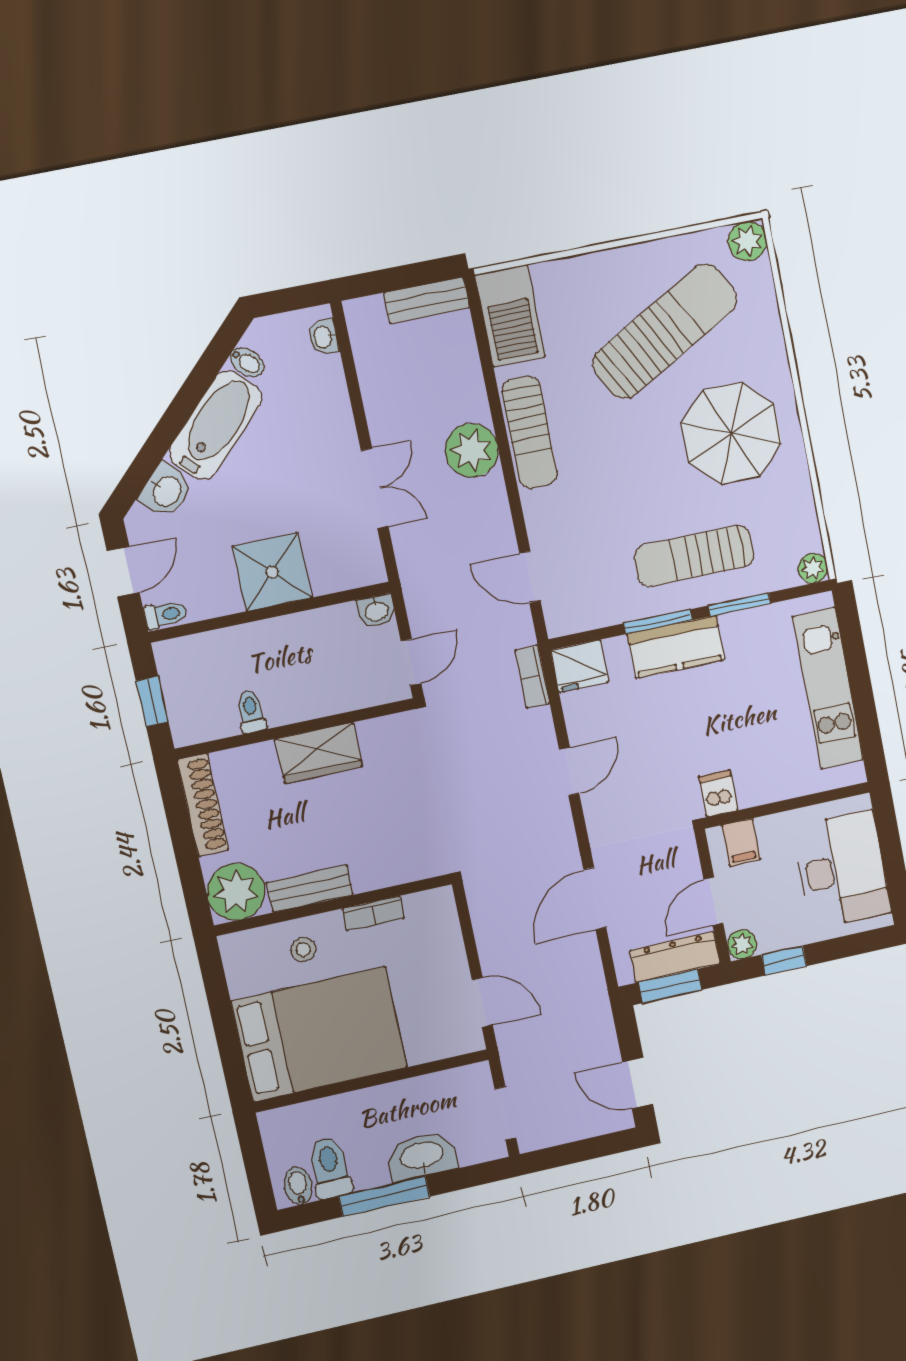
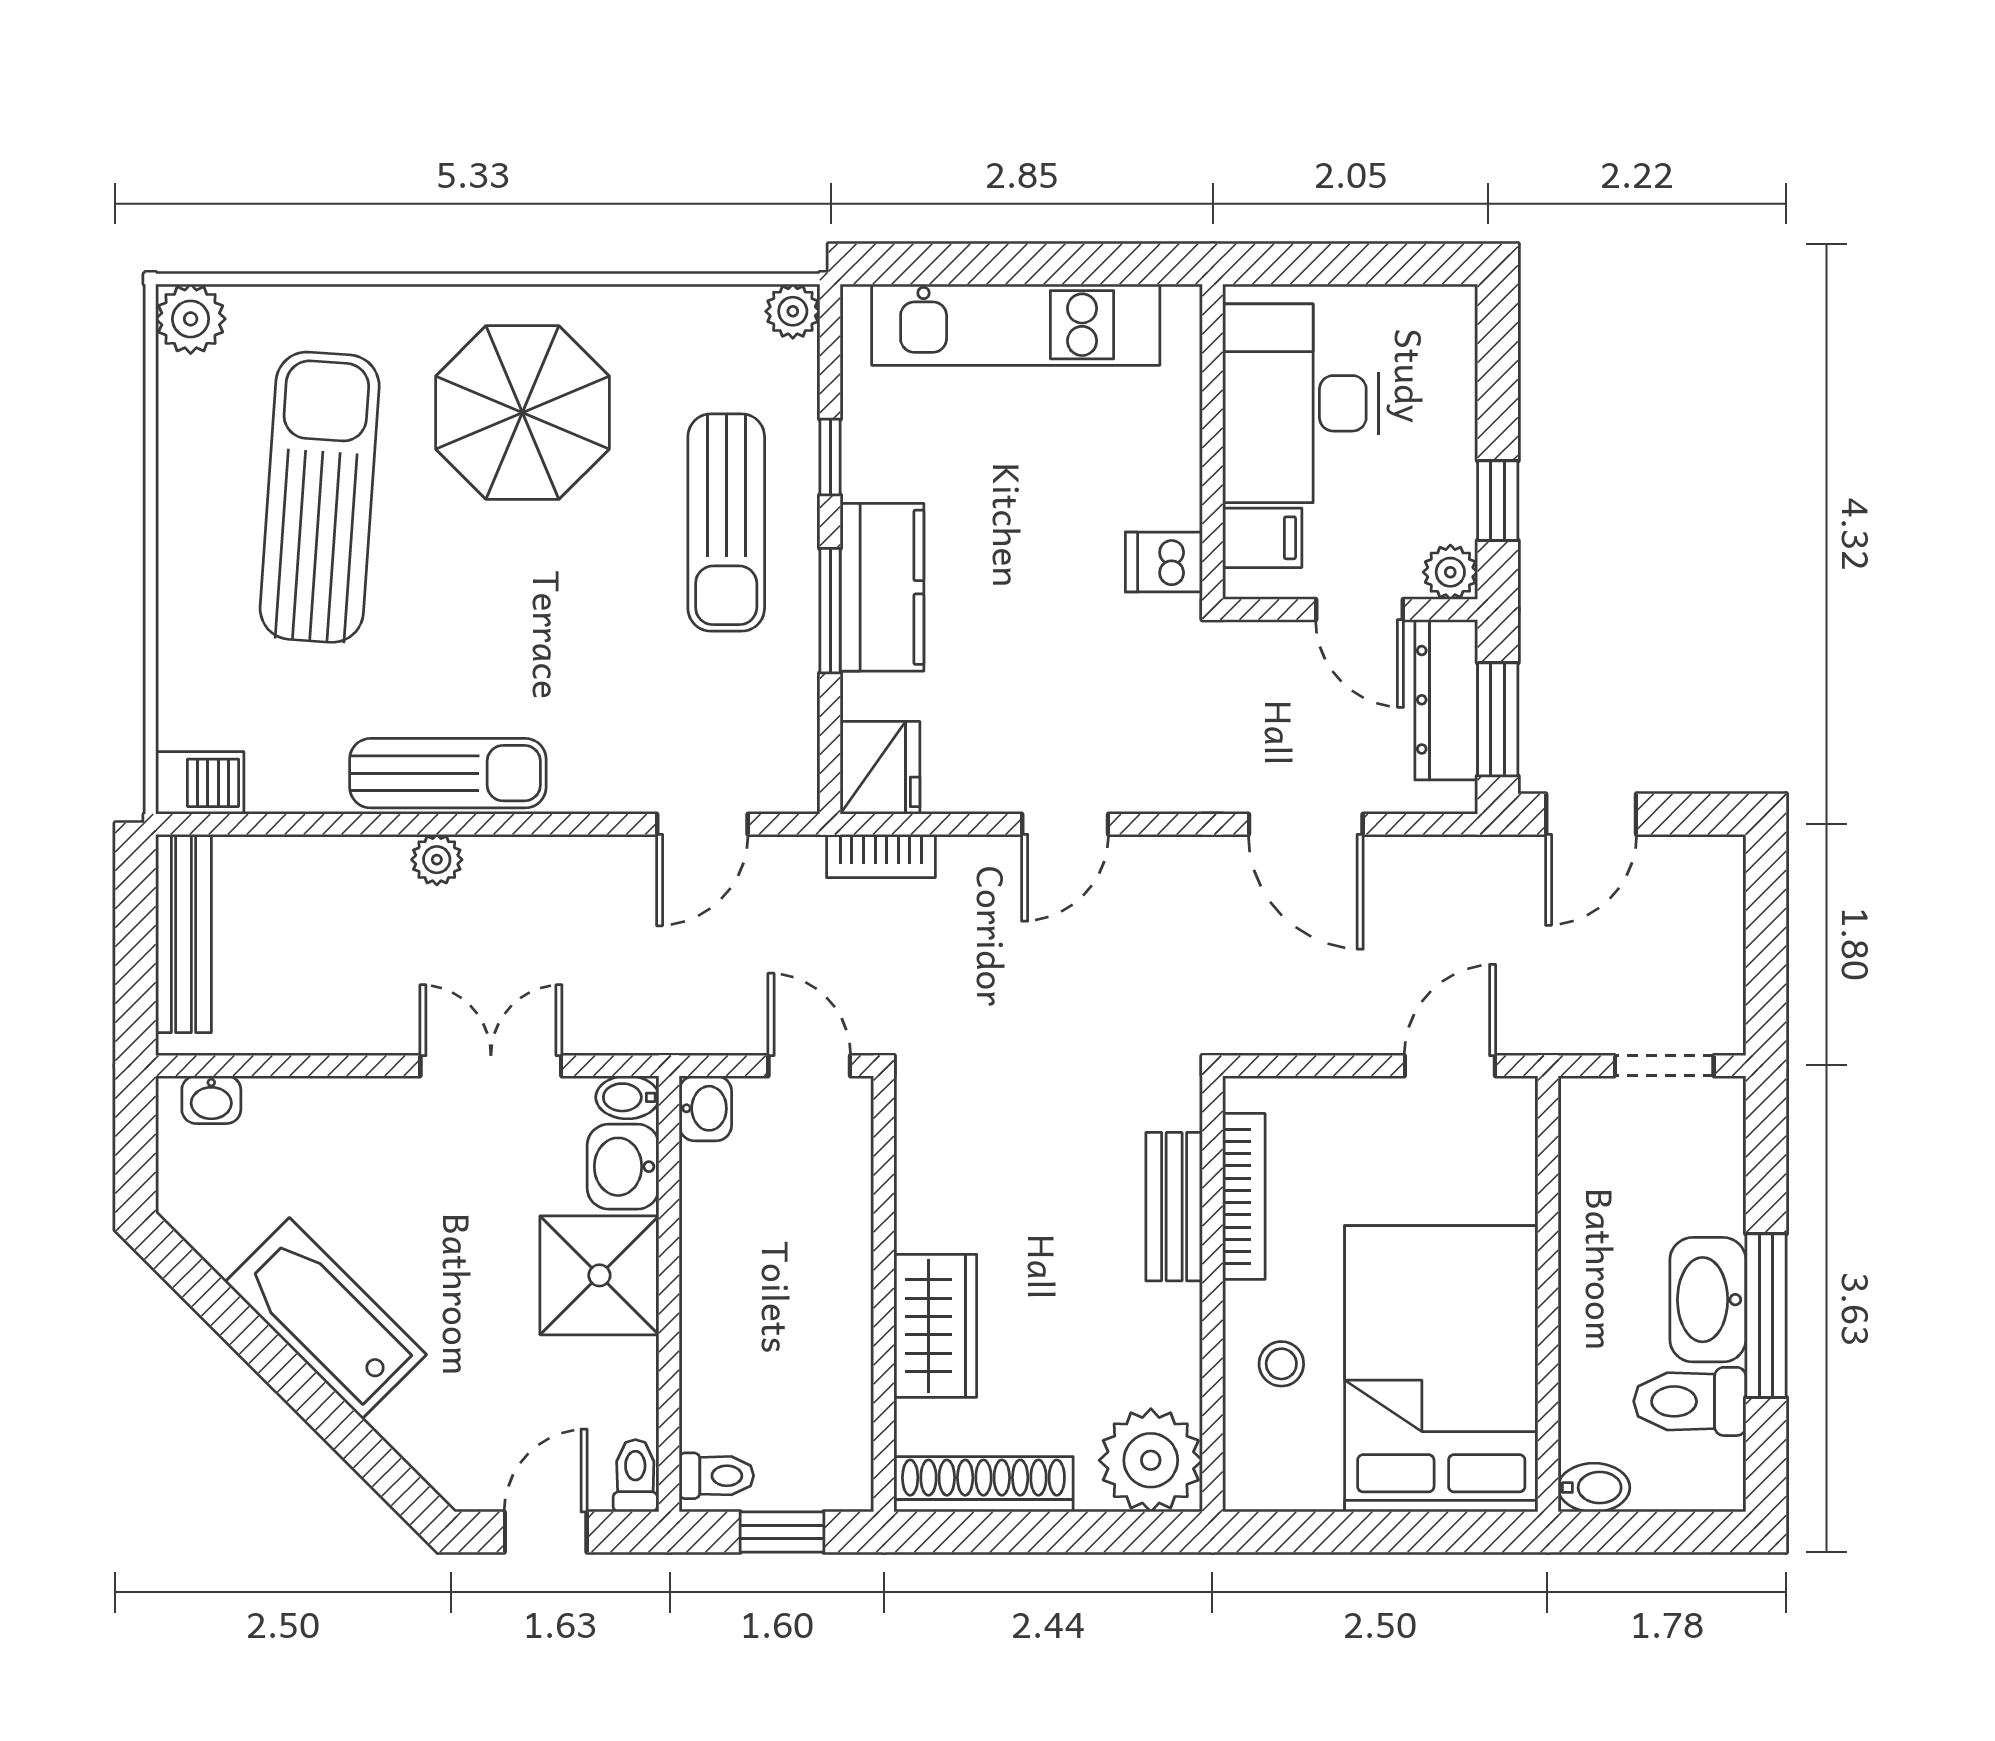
bench: (427, 300) -> (184, 933), width x1.36
barbecue: (510, 316) -> (200, 783), width x0.53, depth x0.65
sun lounger: (665, 331) -> (320, 497), turned 33
bidet: (247, 362) -> (627, 1097), moved, turned -135
plant: (472, 450) -> (437, 860), width x0.53, depth x0.53
washbasin: (166, 491) -> (623, 1167), moved, turned -135
door: (123, 572) -> (546, 1532), hinge flipped
window: (740, 604) -> (830, 457), width x0.67
toilet: (251, 711) -> (716, 1476), moved, turned 180
wardrobe: (319, 753) -> (935, 1326), moved
door: (569, 772) -> (1065, 824), swing flipped
desk: (842, 870) -> (1301, 403), moved, turned -90
bench: (310, 889) -> (1174, 1207), moved
bookcase: (373, 913) -> (1244, 1196), width x1.56
door: (638, 1083) -> (1591, 814), moved
washbasin: (422, 1156) -> (1708, 1300), moved
bidet: (298, 1186) -> (1594, 1488), moved, turned 180

